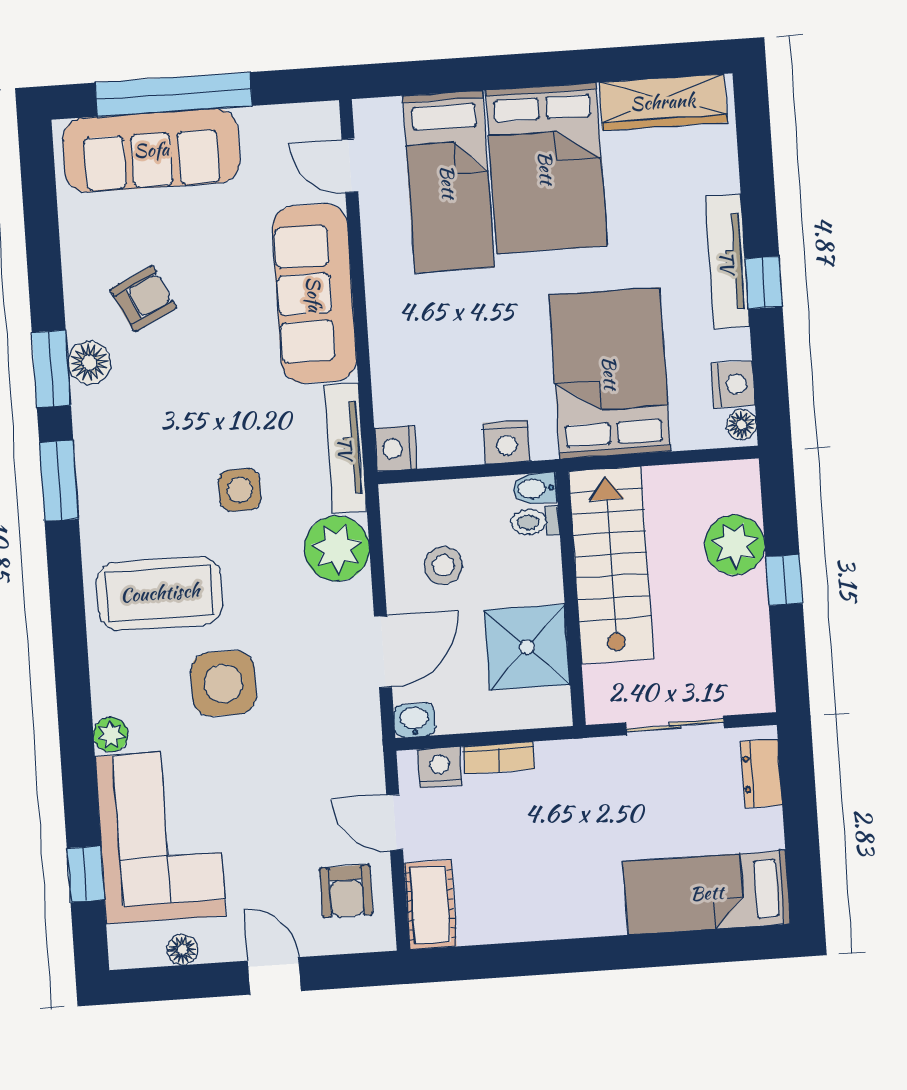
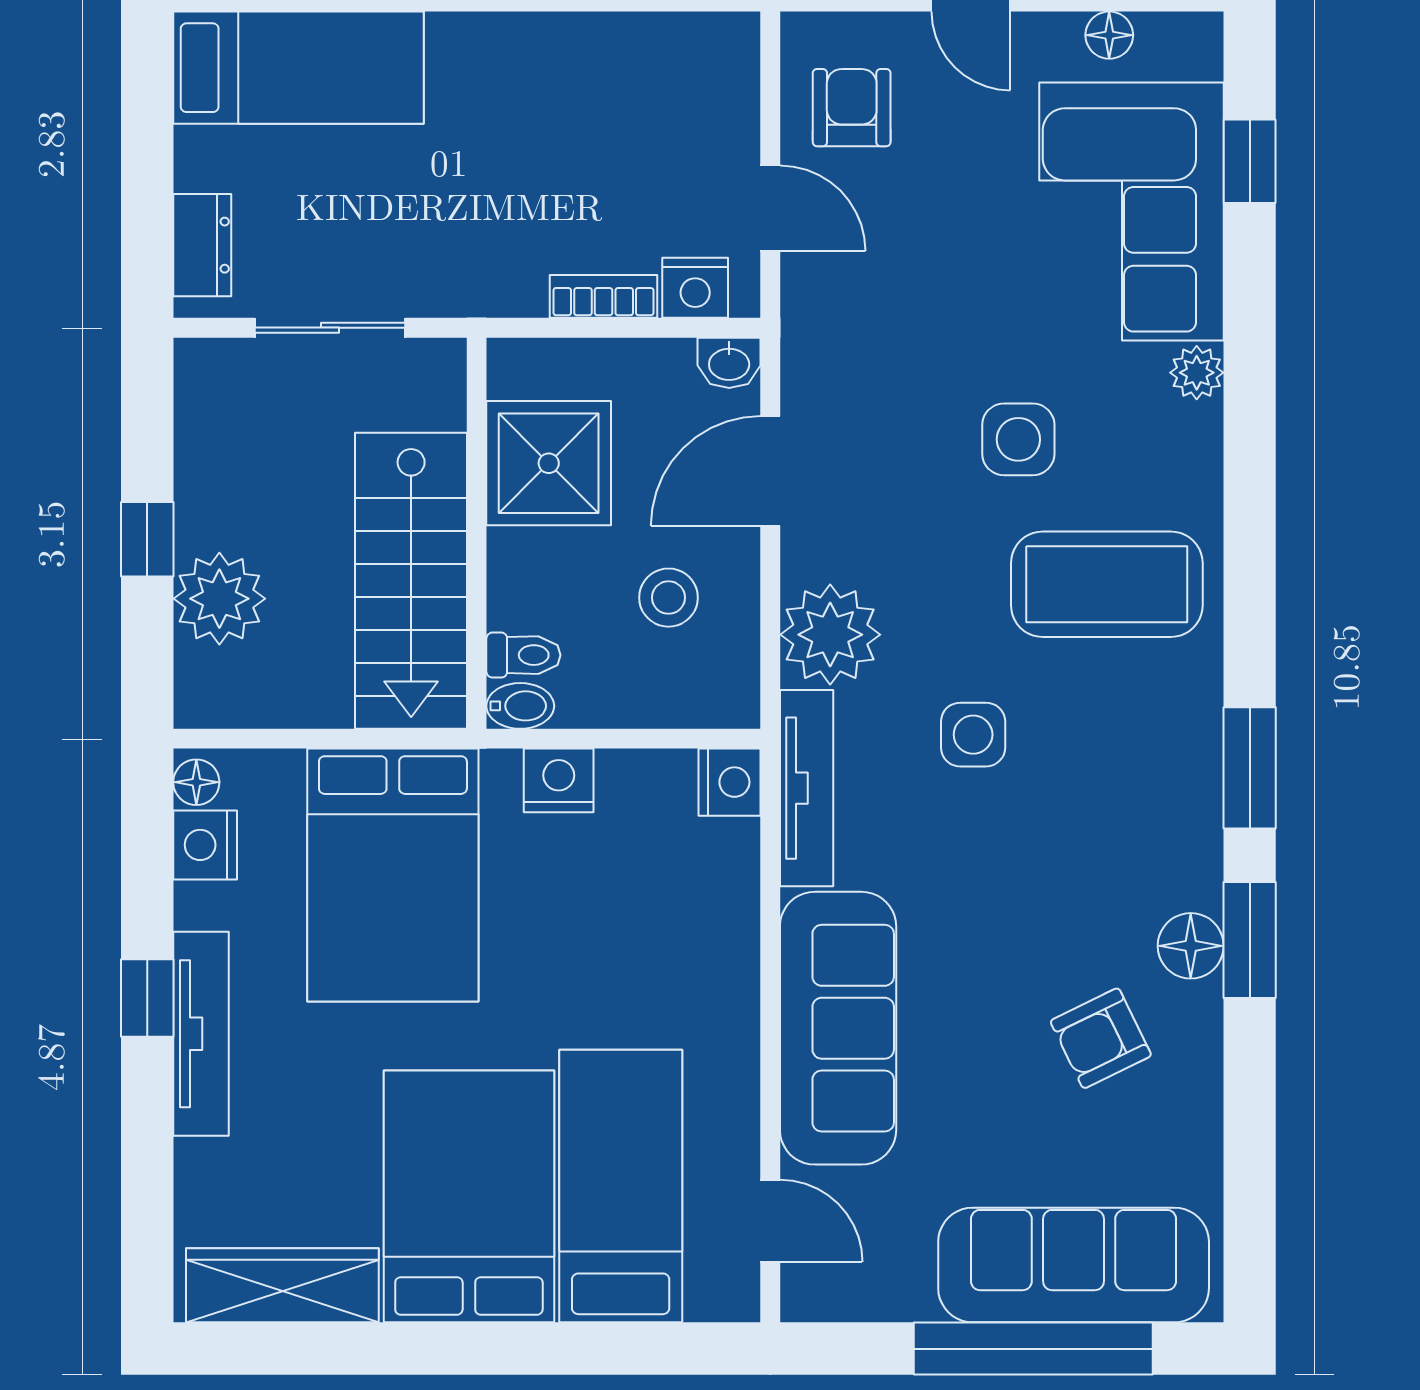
side table: (223, 683) -> (1018, 439), width x0.73, depth x0.73
cot: (430, 905) -> (724, 78), removed

